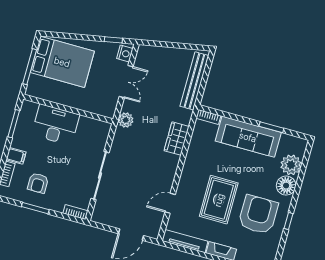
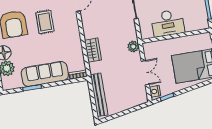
double door: (126, 82) -> (145, 73), swing flipped
desk: (56, 125) -> (168, 23), moved
rug: (219, 200) -> (45, 22), width x0.73, depth x0.70

